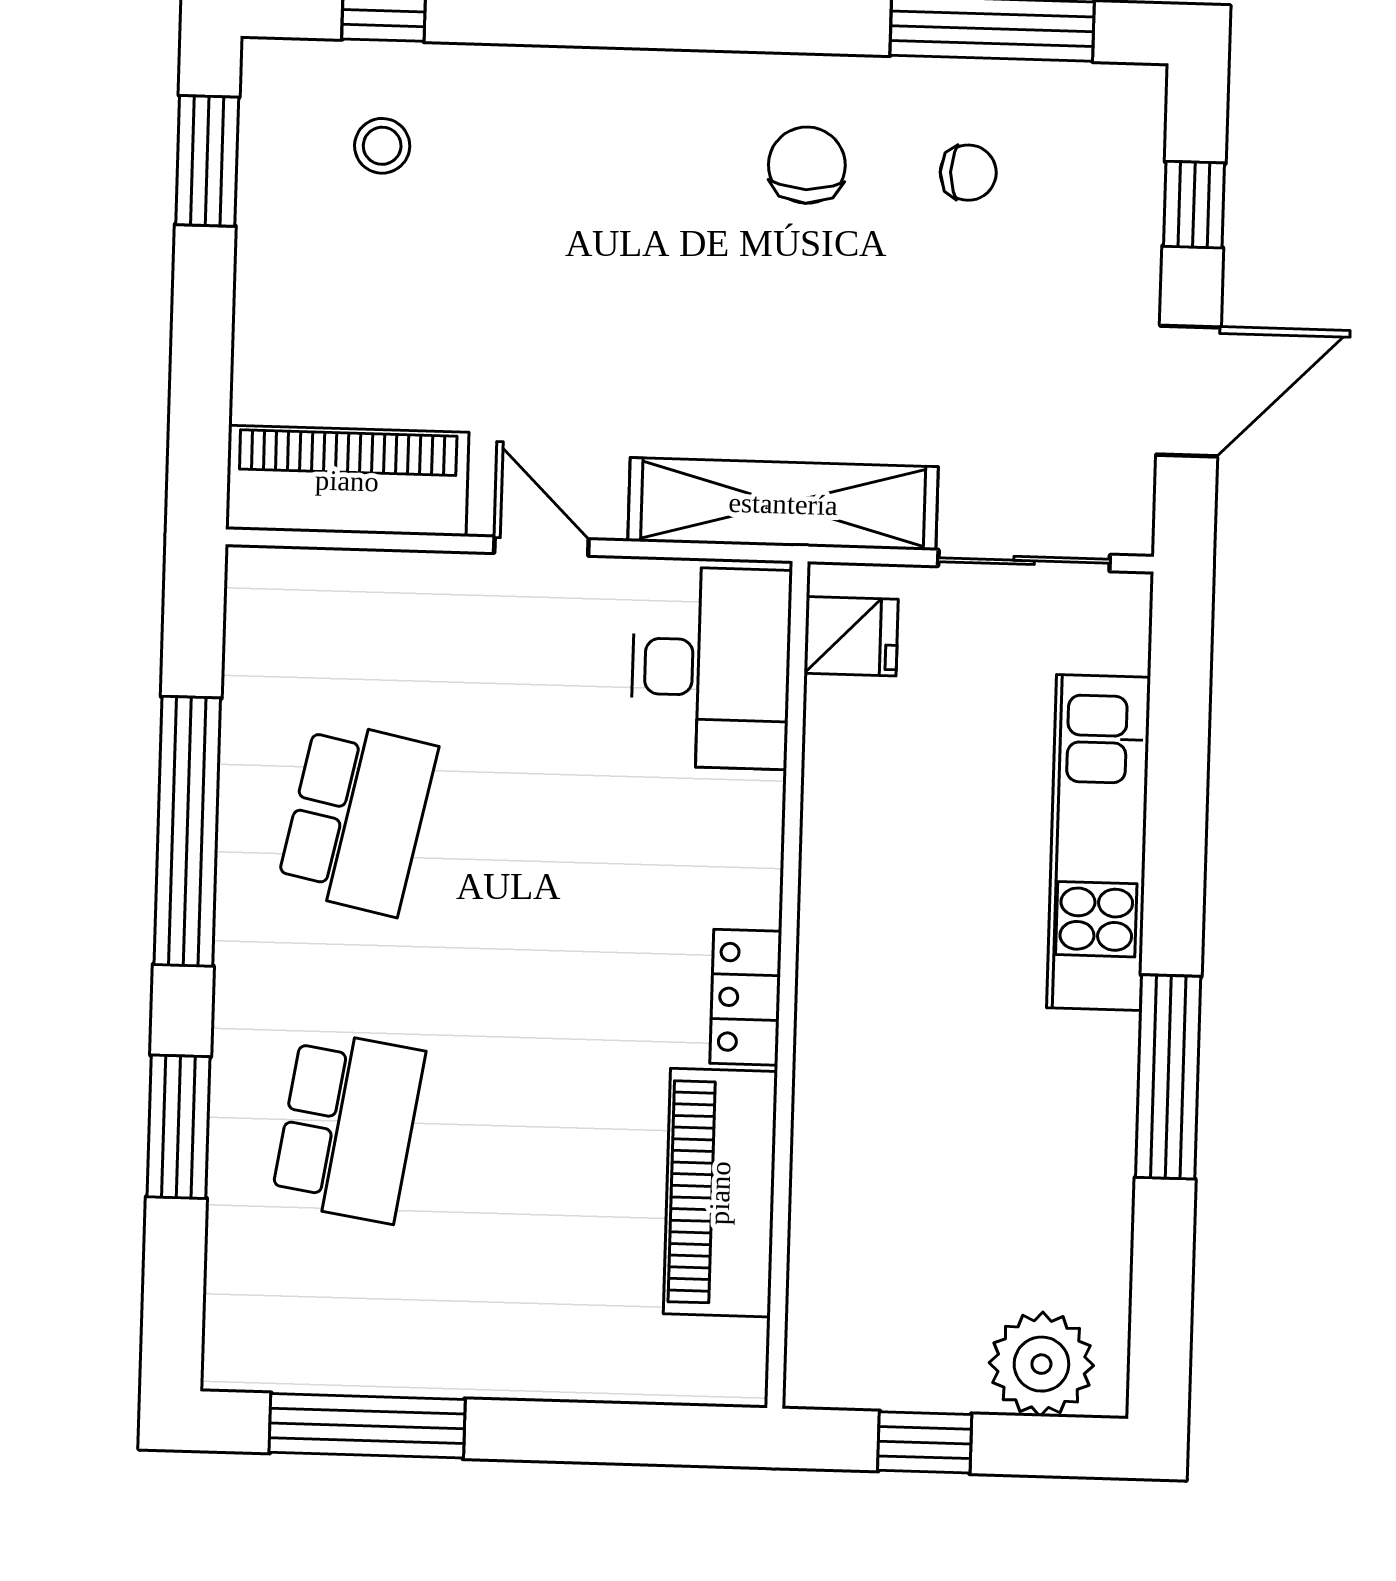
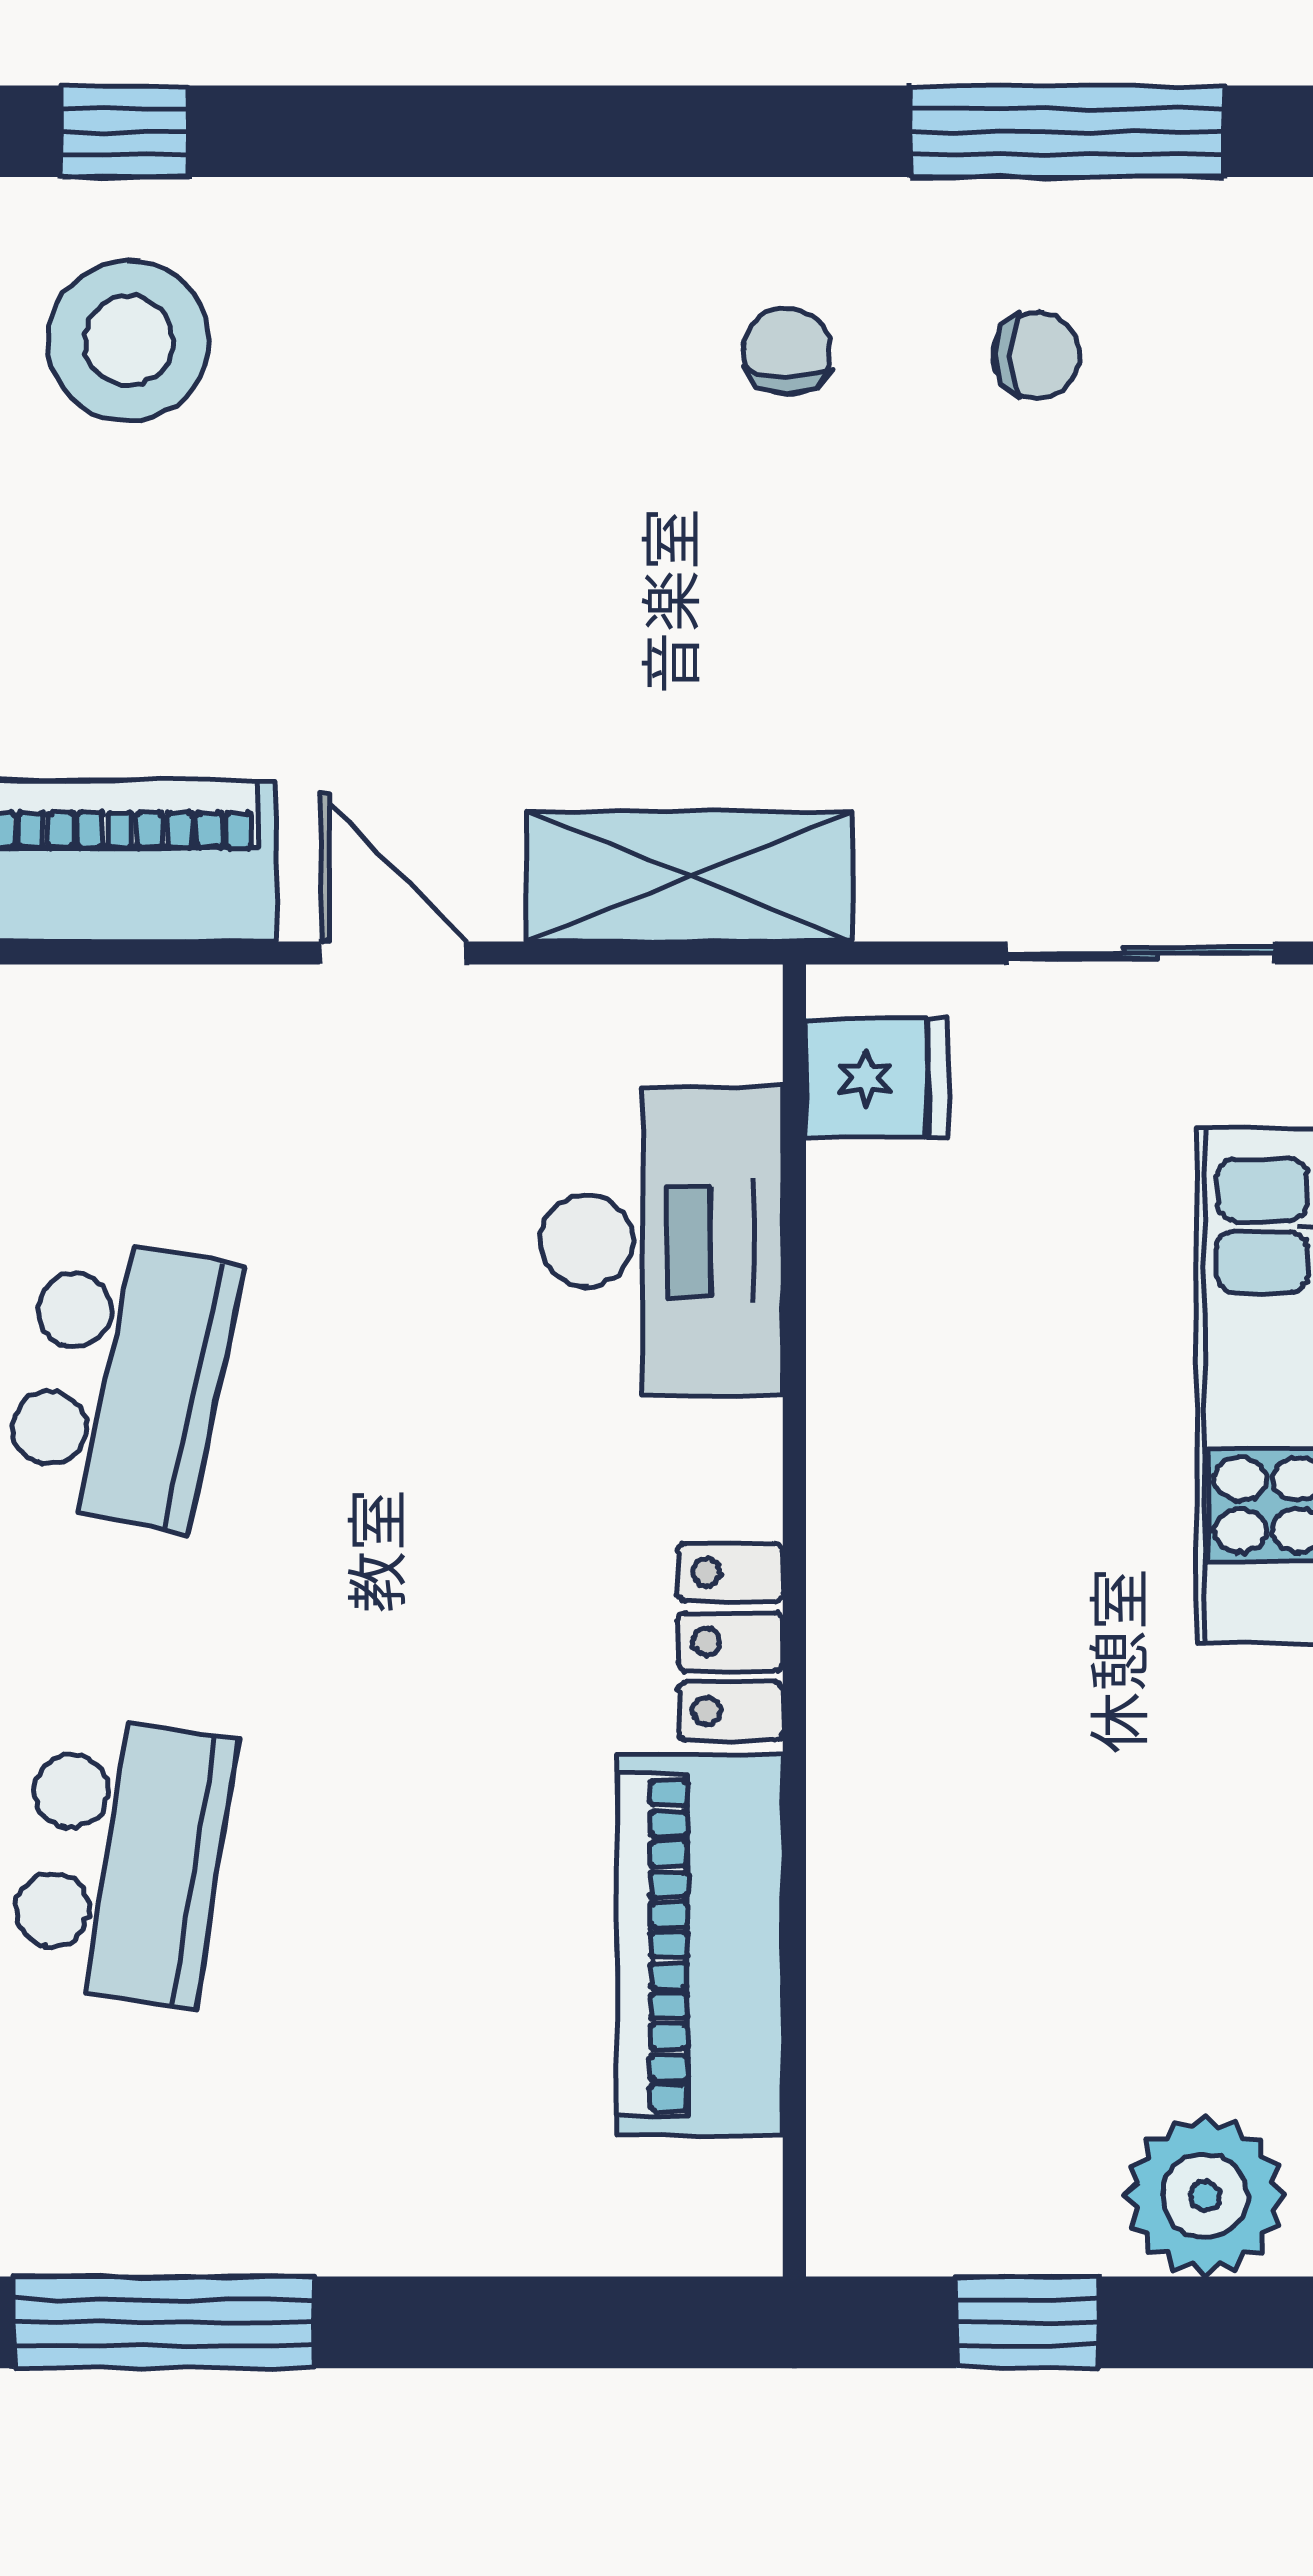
stool: (382, 146) -> (129, 341), width x1.89, depth x1.89
chair: (807, 165) -> (787, 351), width x0.73, depth x0.73
shelving: (783, 504) -> (690, 877), width x0.68
desk: (711, 668) -> (662, 1241), moved

